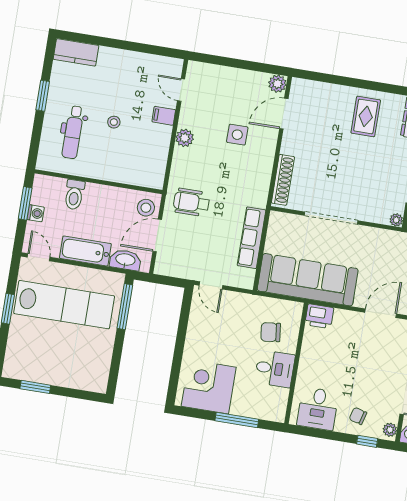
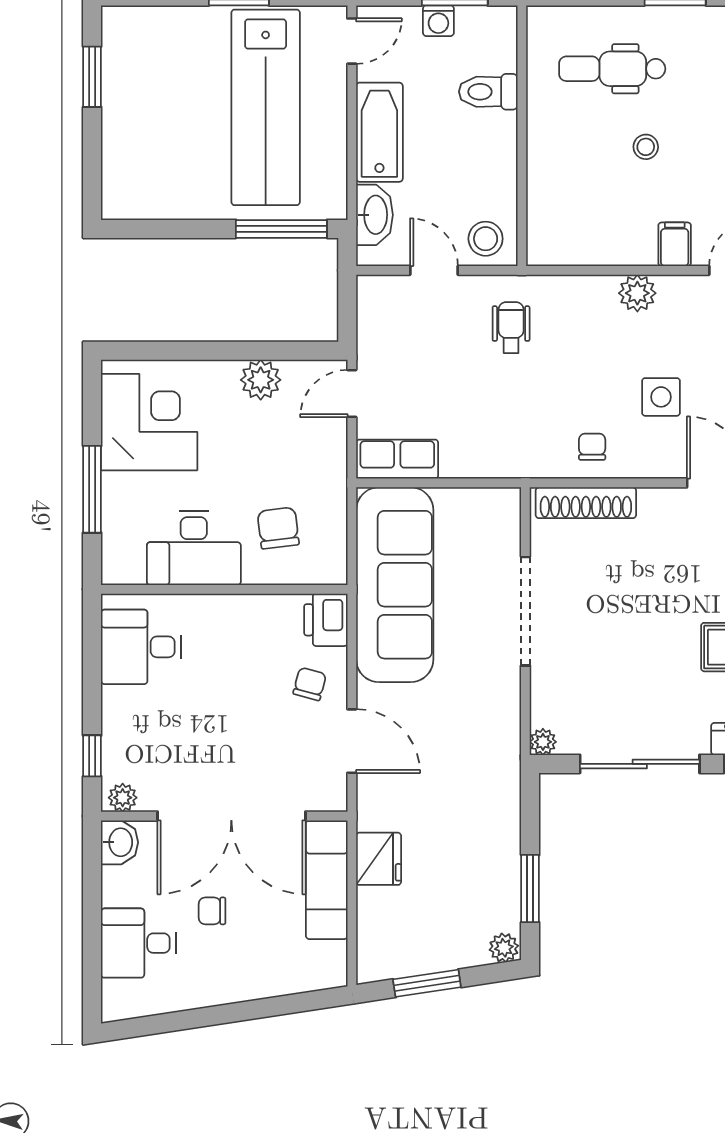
chair: (256, 172) -> (592, 447), added
wheelchair: (191, 202) -> (511, 328), width x0.73, depth x0.73
door: (157, 235) -> (434, 270), width x0.73
row of seats: (252, 238) -> (397, 459), moved, width x0.68
plant: (197, 329) -> (261, 380), added
desk: (275, 369) -> (194, 548), width x1.37
chair: (358, 416) -> (310, 684), moved

